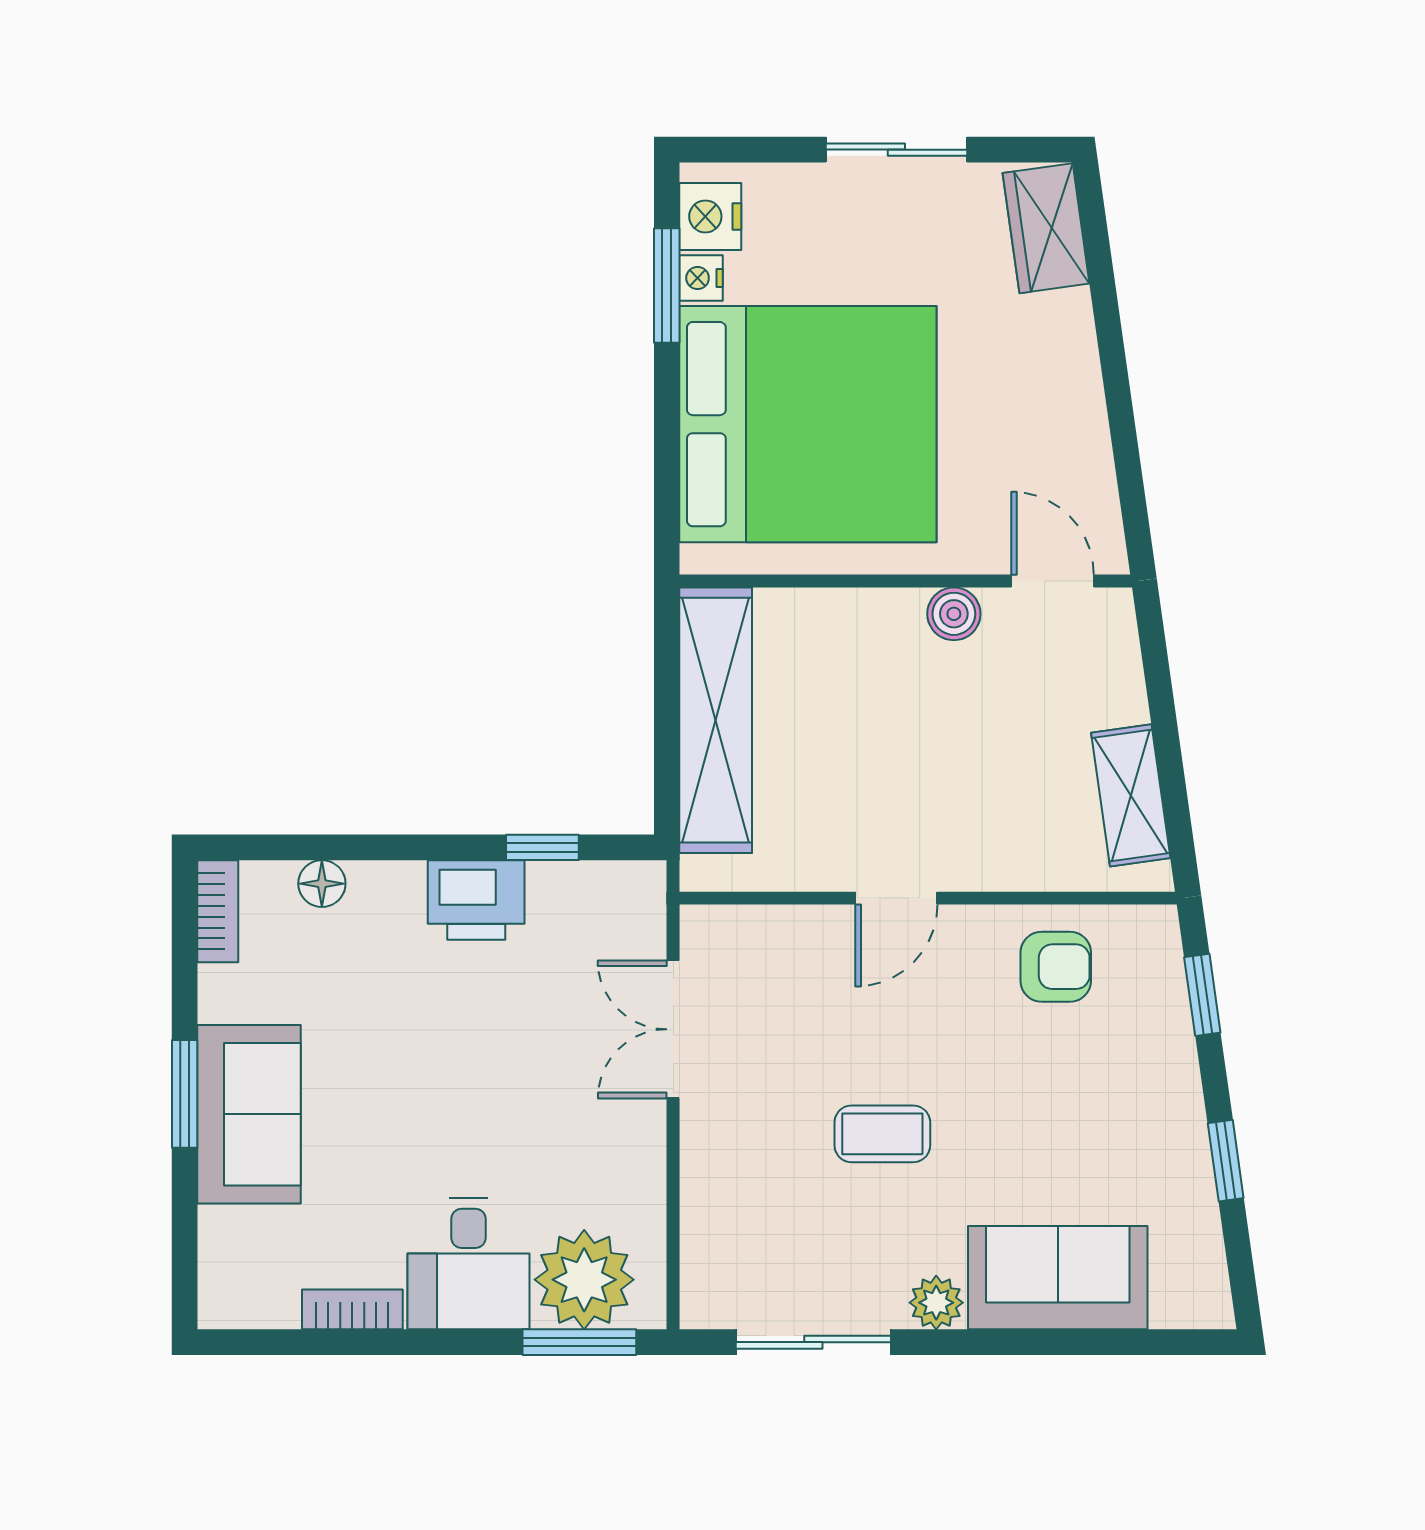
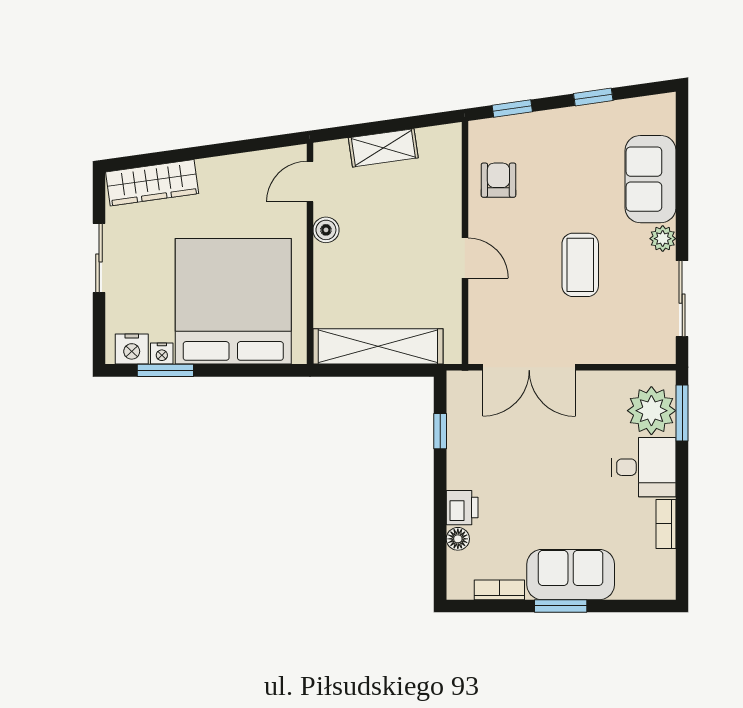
wardrobe: (1046, 228) -> (152, 183), width x1.50
shelving: (1131, 795) -> (383, 148), moved
printer: (476, 900) -> (462, 508), moved, width x0.73, depth x0.81
bookcase: (218, 911) -> (499, 590), moved
double door: (673, 1029) -> (529, 367), width x1.37
coffee table: (882, 1134) -> (580, 265), width x1.36, depth x1.30

